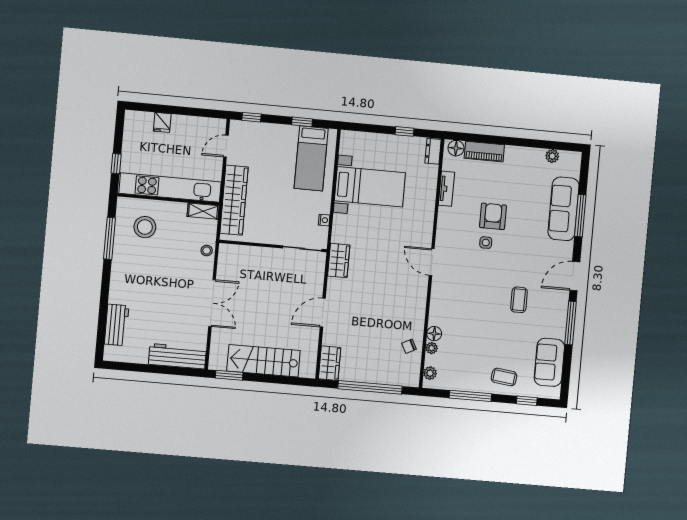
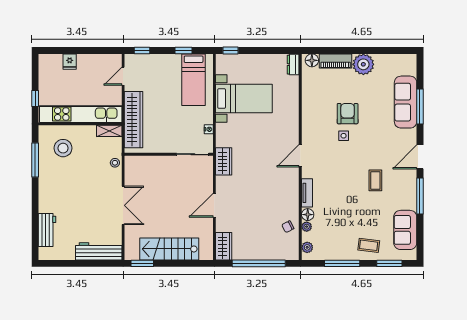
window: (404, 131) -> (231, 50), moved
plant: (552, 156) -> (363, 64), moved, width x1.88, depth x1.88
tv unit: (446, 189) -> (307, 193), moved
door: (432, 262) -> (300, 156), hinge flipped
window: (527, 401) -> (389, 263), width x1.50

